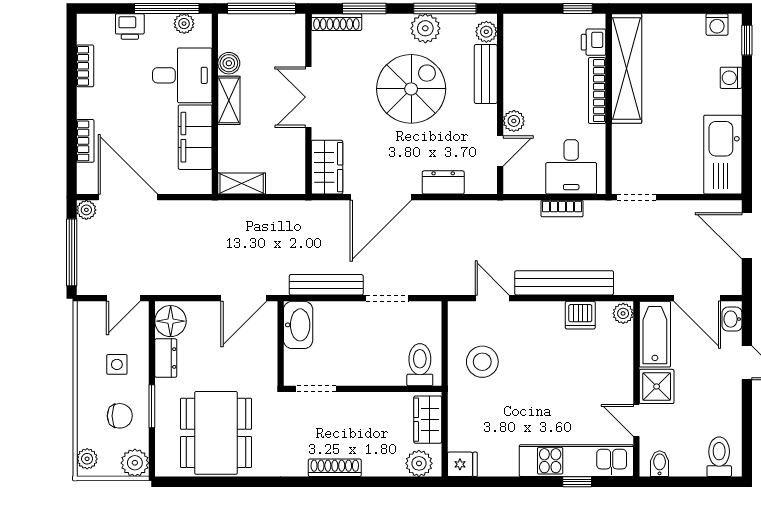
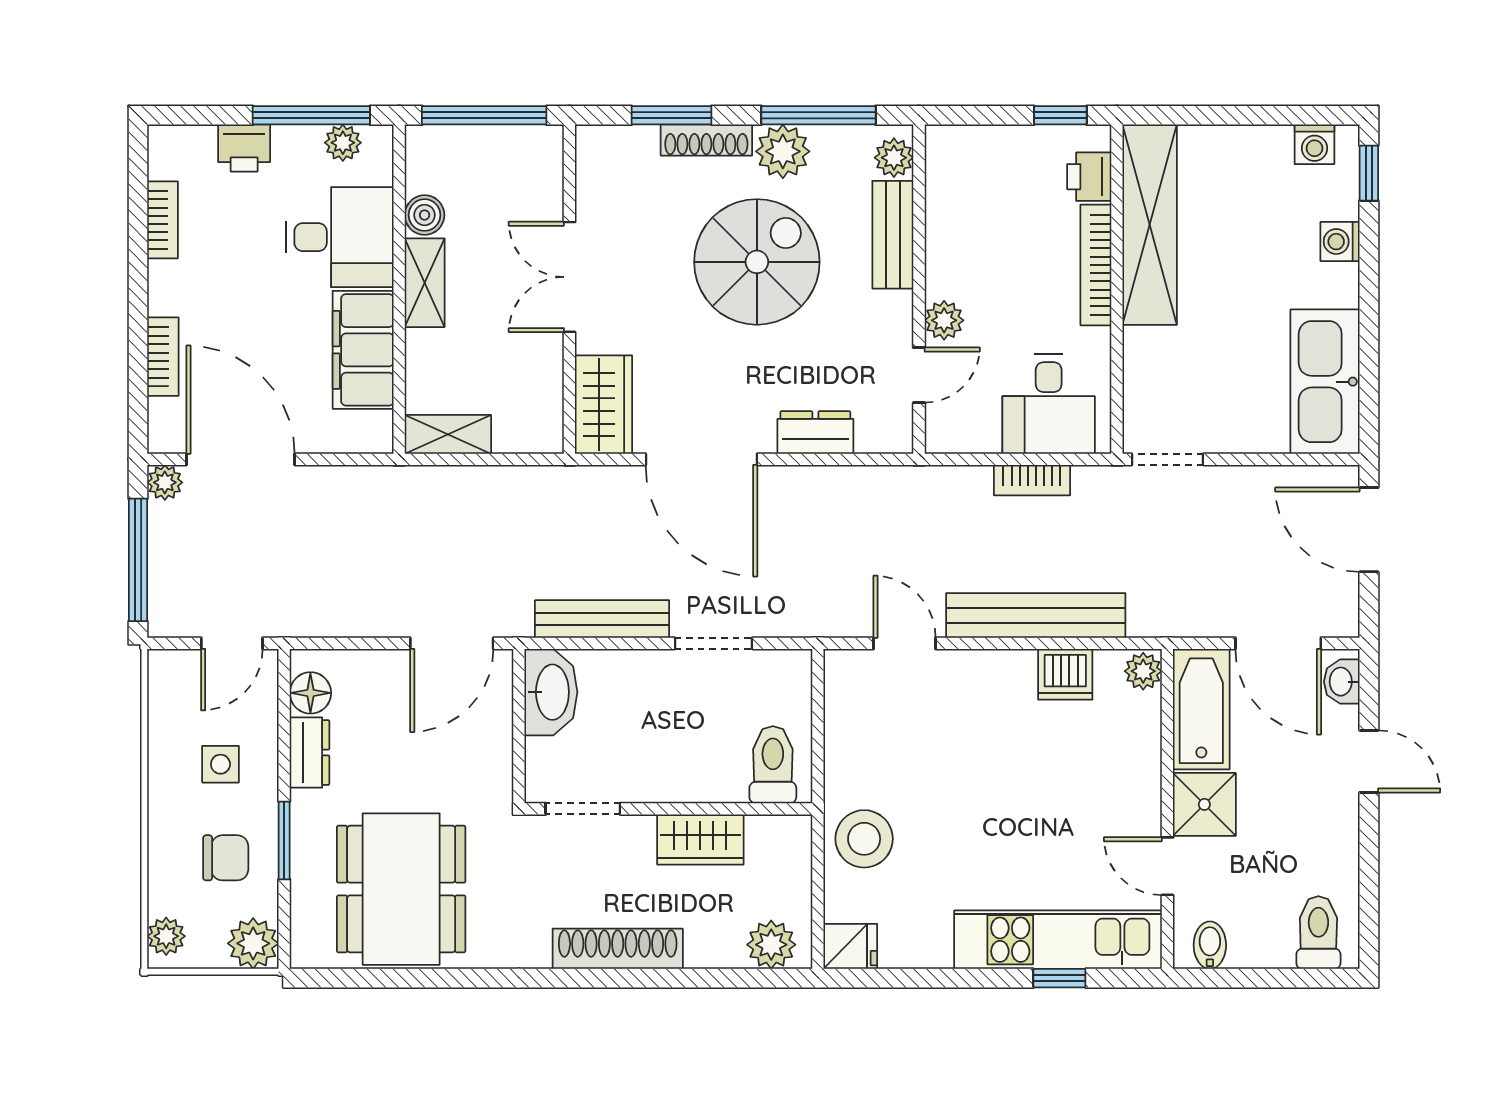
shoe rack: (336, 22) -> (706, 140), moved
door: (381, 197) -> (701, 459), hinge flipped
floor lamp: (171, 321) -> (310, 693), width x0.73, depth x0.73
stool: (482, 362) -> (864, 839), moved
wardrobe: (428, 420) -> (700, 839), moved, turned -90
shoe rack: (335, 468) -> (618, 949), width x1.36, depth x1.24

